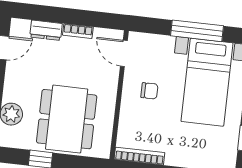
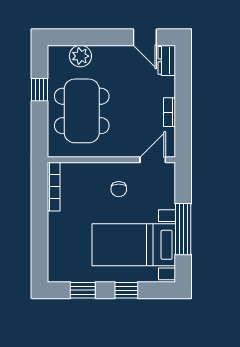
dresser: (46, 30) -> (167, 60), moved
dining table: (67, 119) -> (82, 111), turned 90

